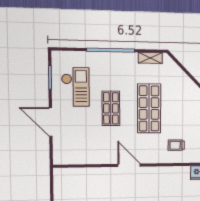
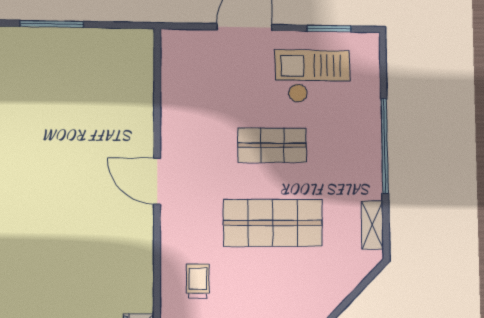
checkout: (75, 87) -> (313, 76), turned 180
door: (129, 165) -> (157, 181), swing flipped

